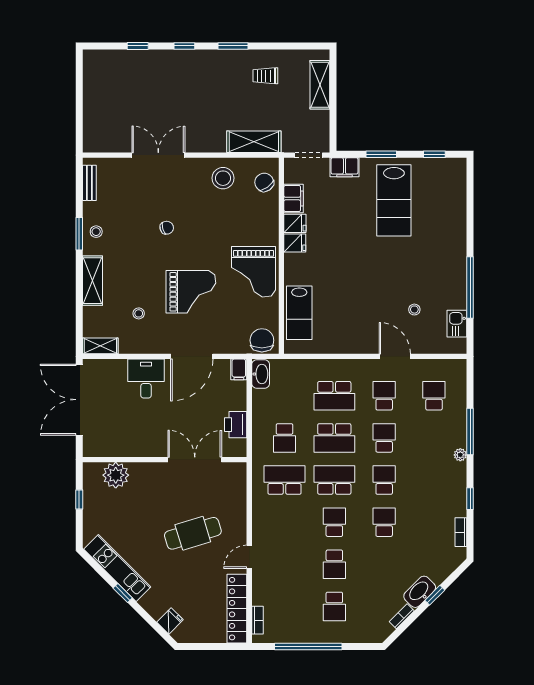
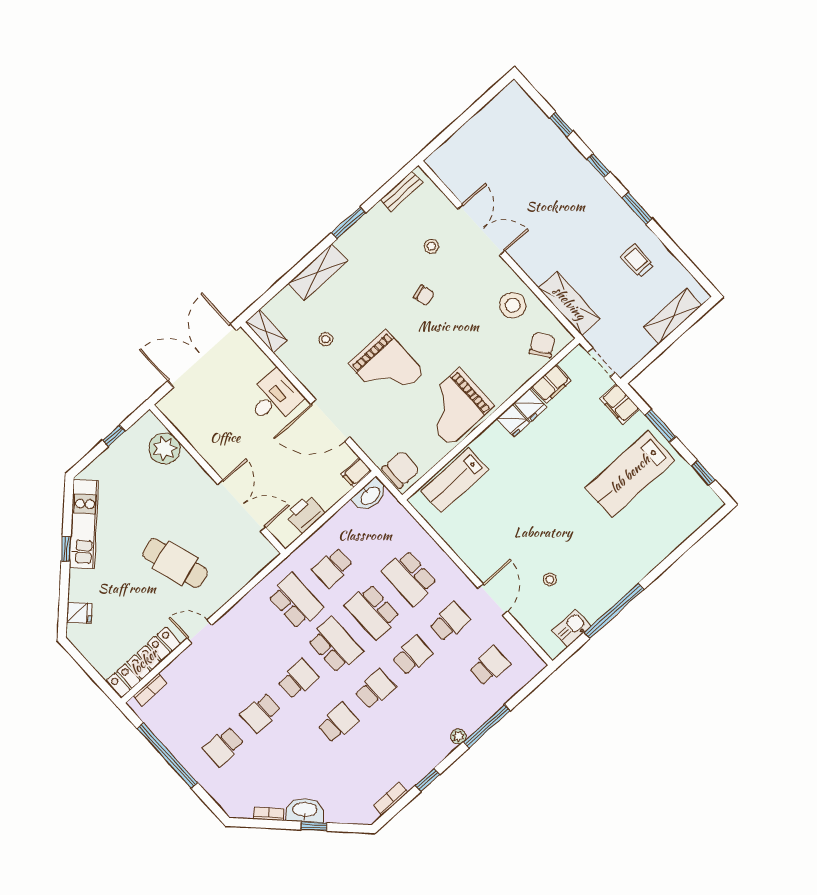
stool: (96, 232) -> (431, 246), moved

